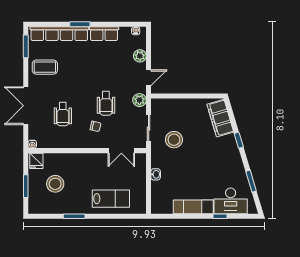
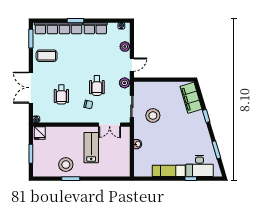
stool: (55, 184) -> (66, 165), moved
lab bench: (111, 199) -> (91, 148), moved, turned -90

